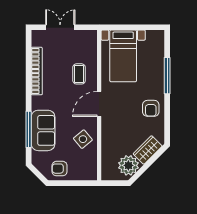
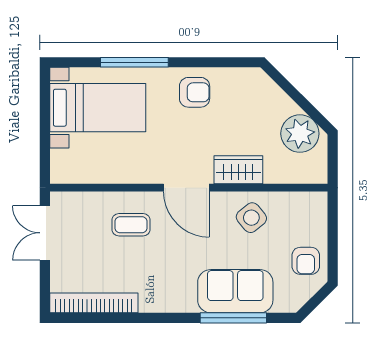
double door: (60, 27) -> (45, 233), moved
bed with nightstands: (123, 56) -> (98, 108), moved
bookcase: (37, 71) -> (94, 303), moved
wardrobe: (148, 150) -> (238, 170), moved, turned 135

